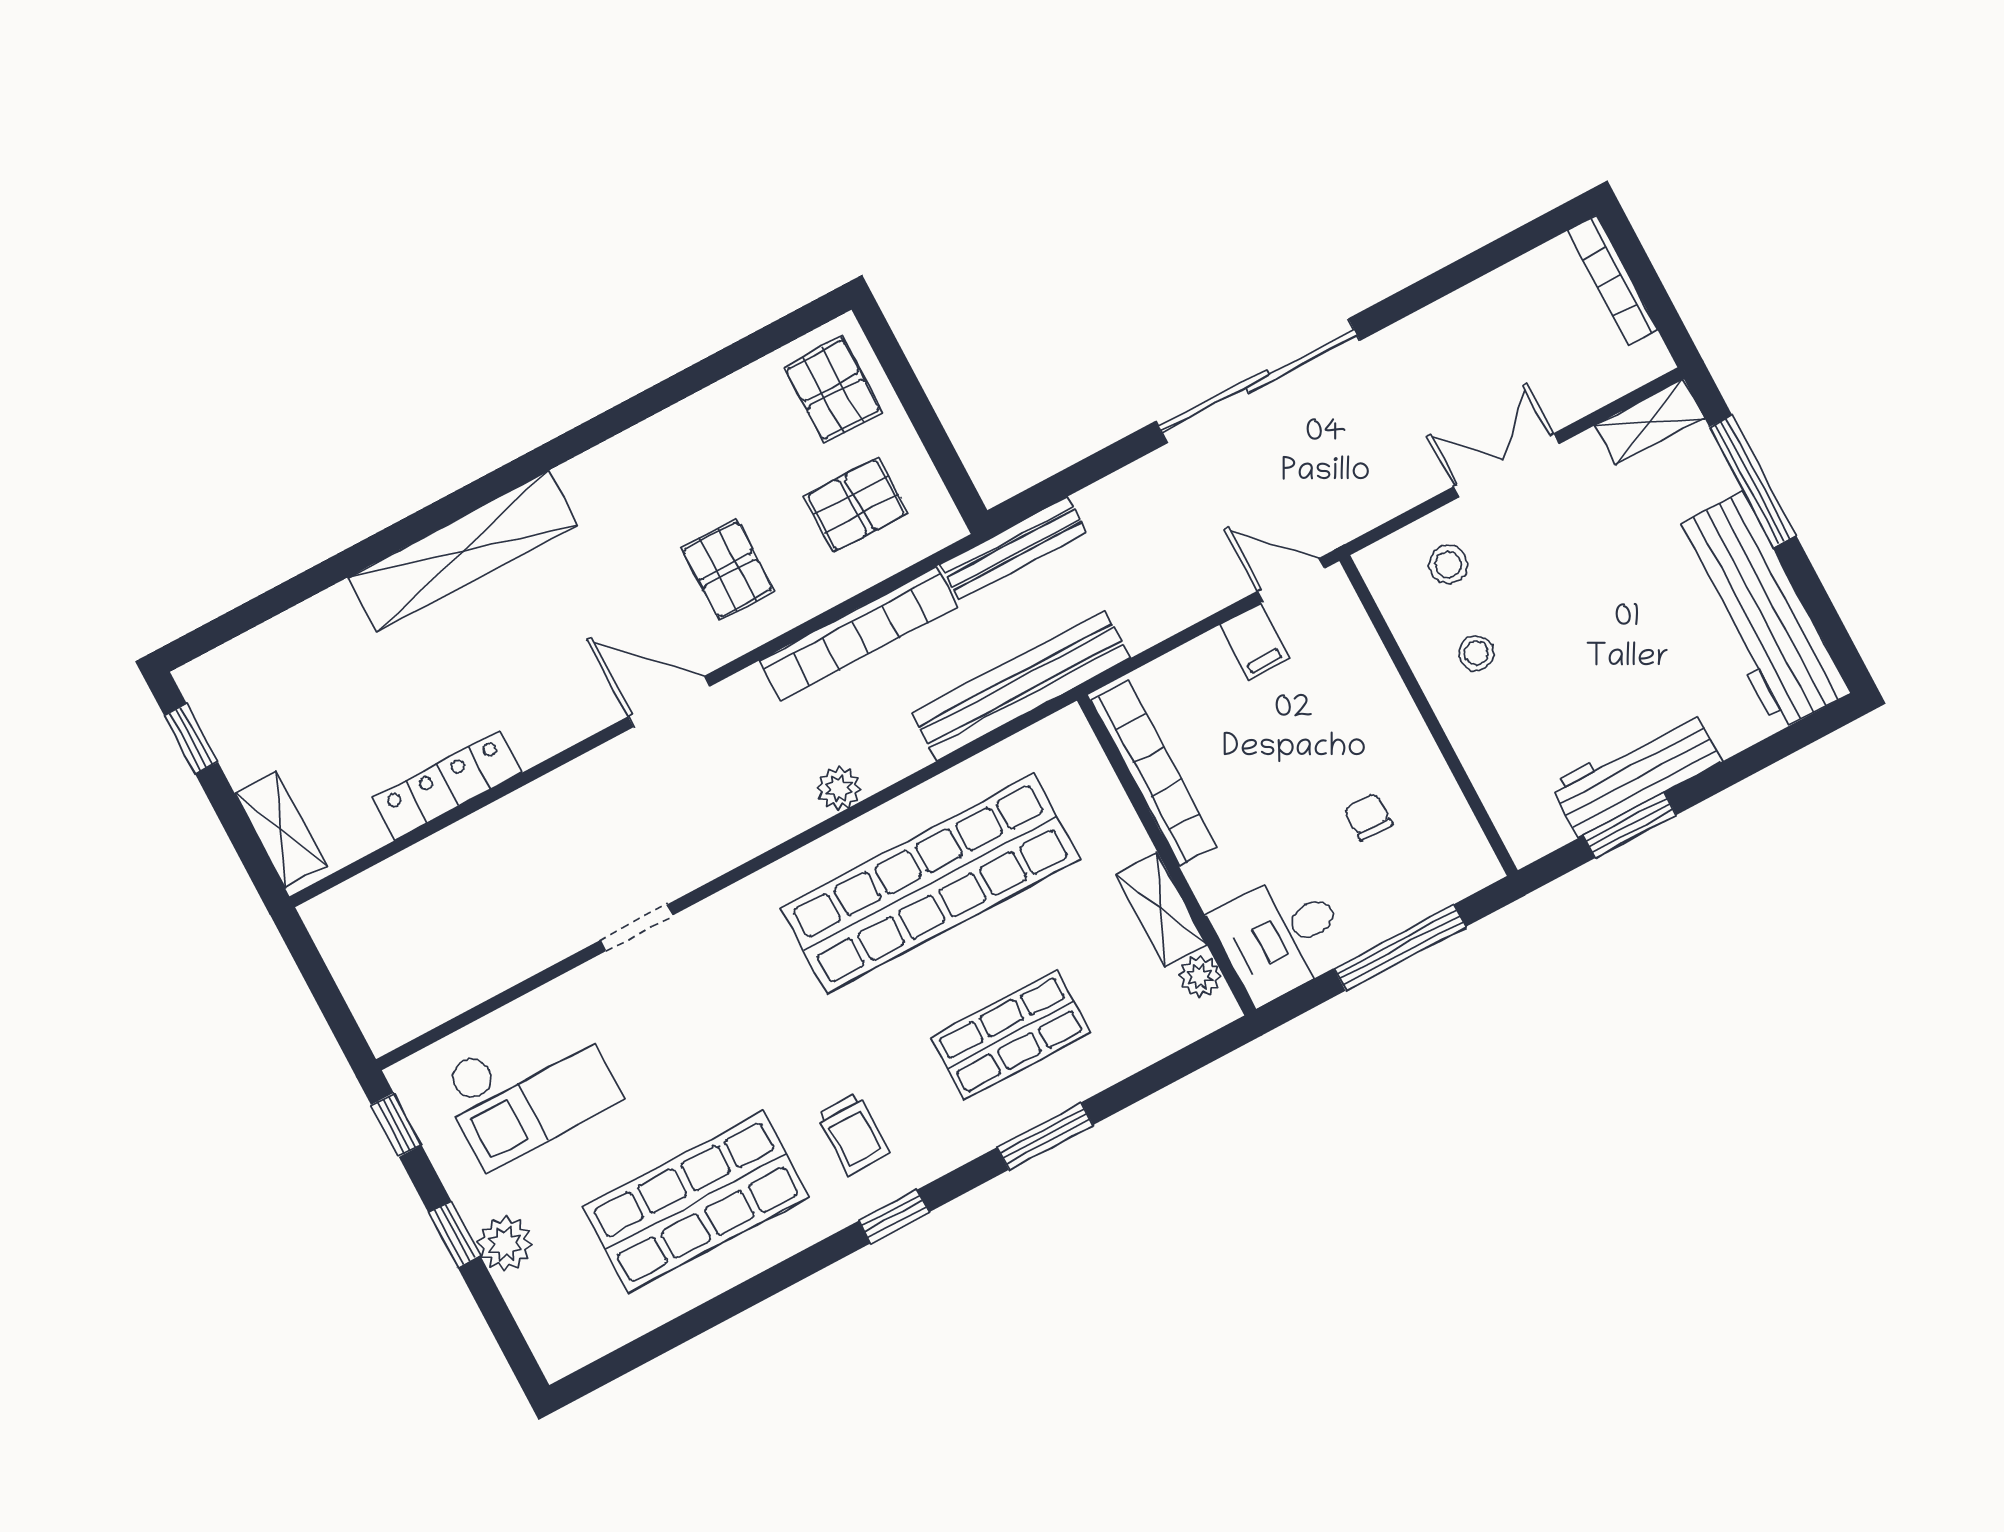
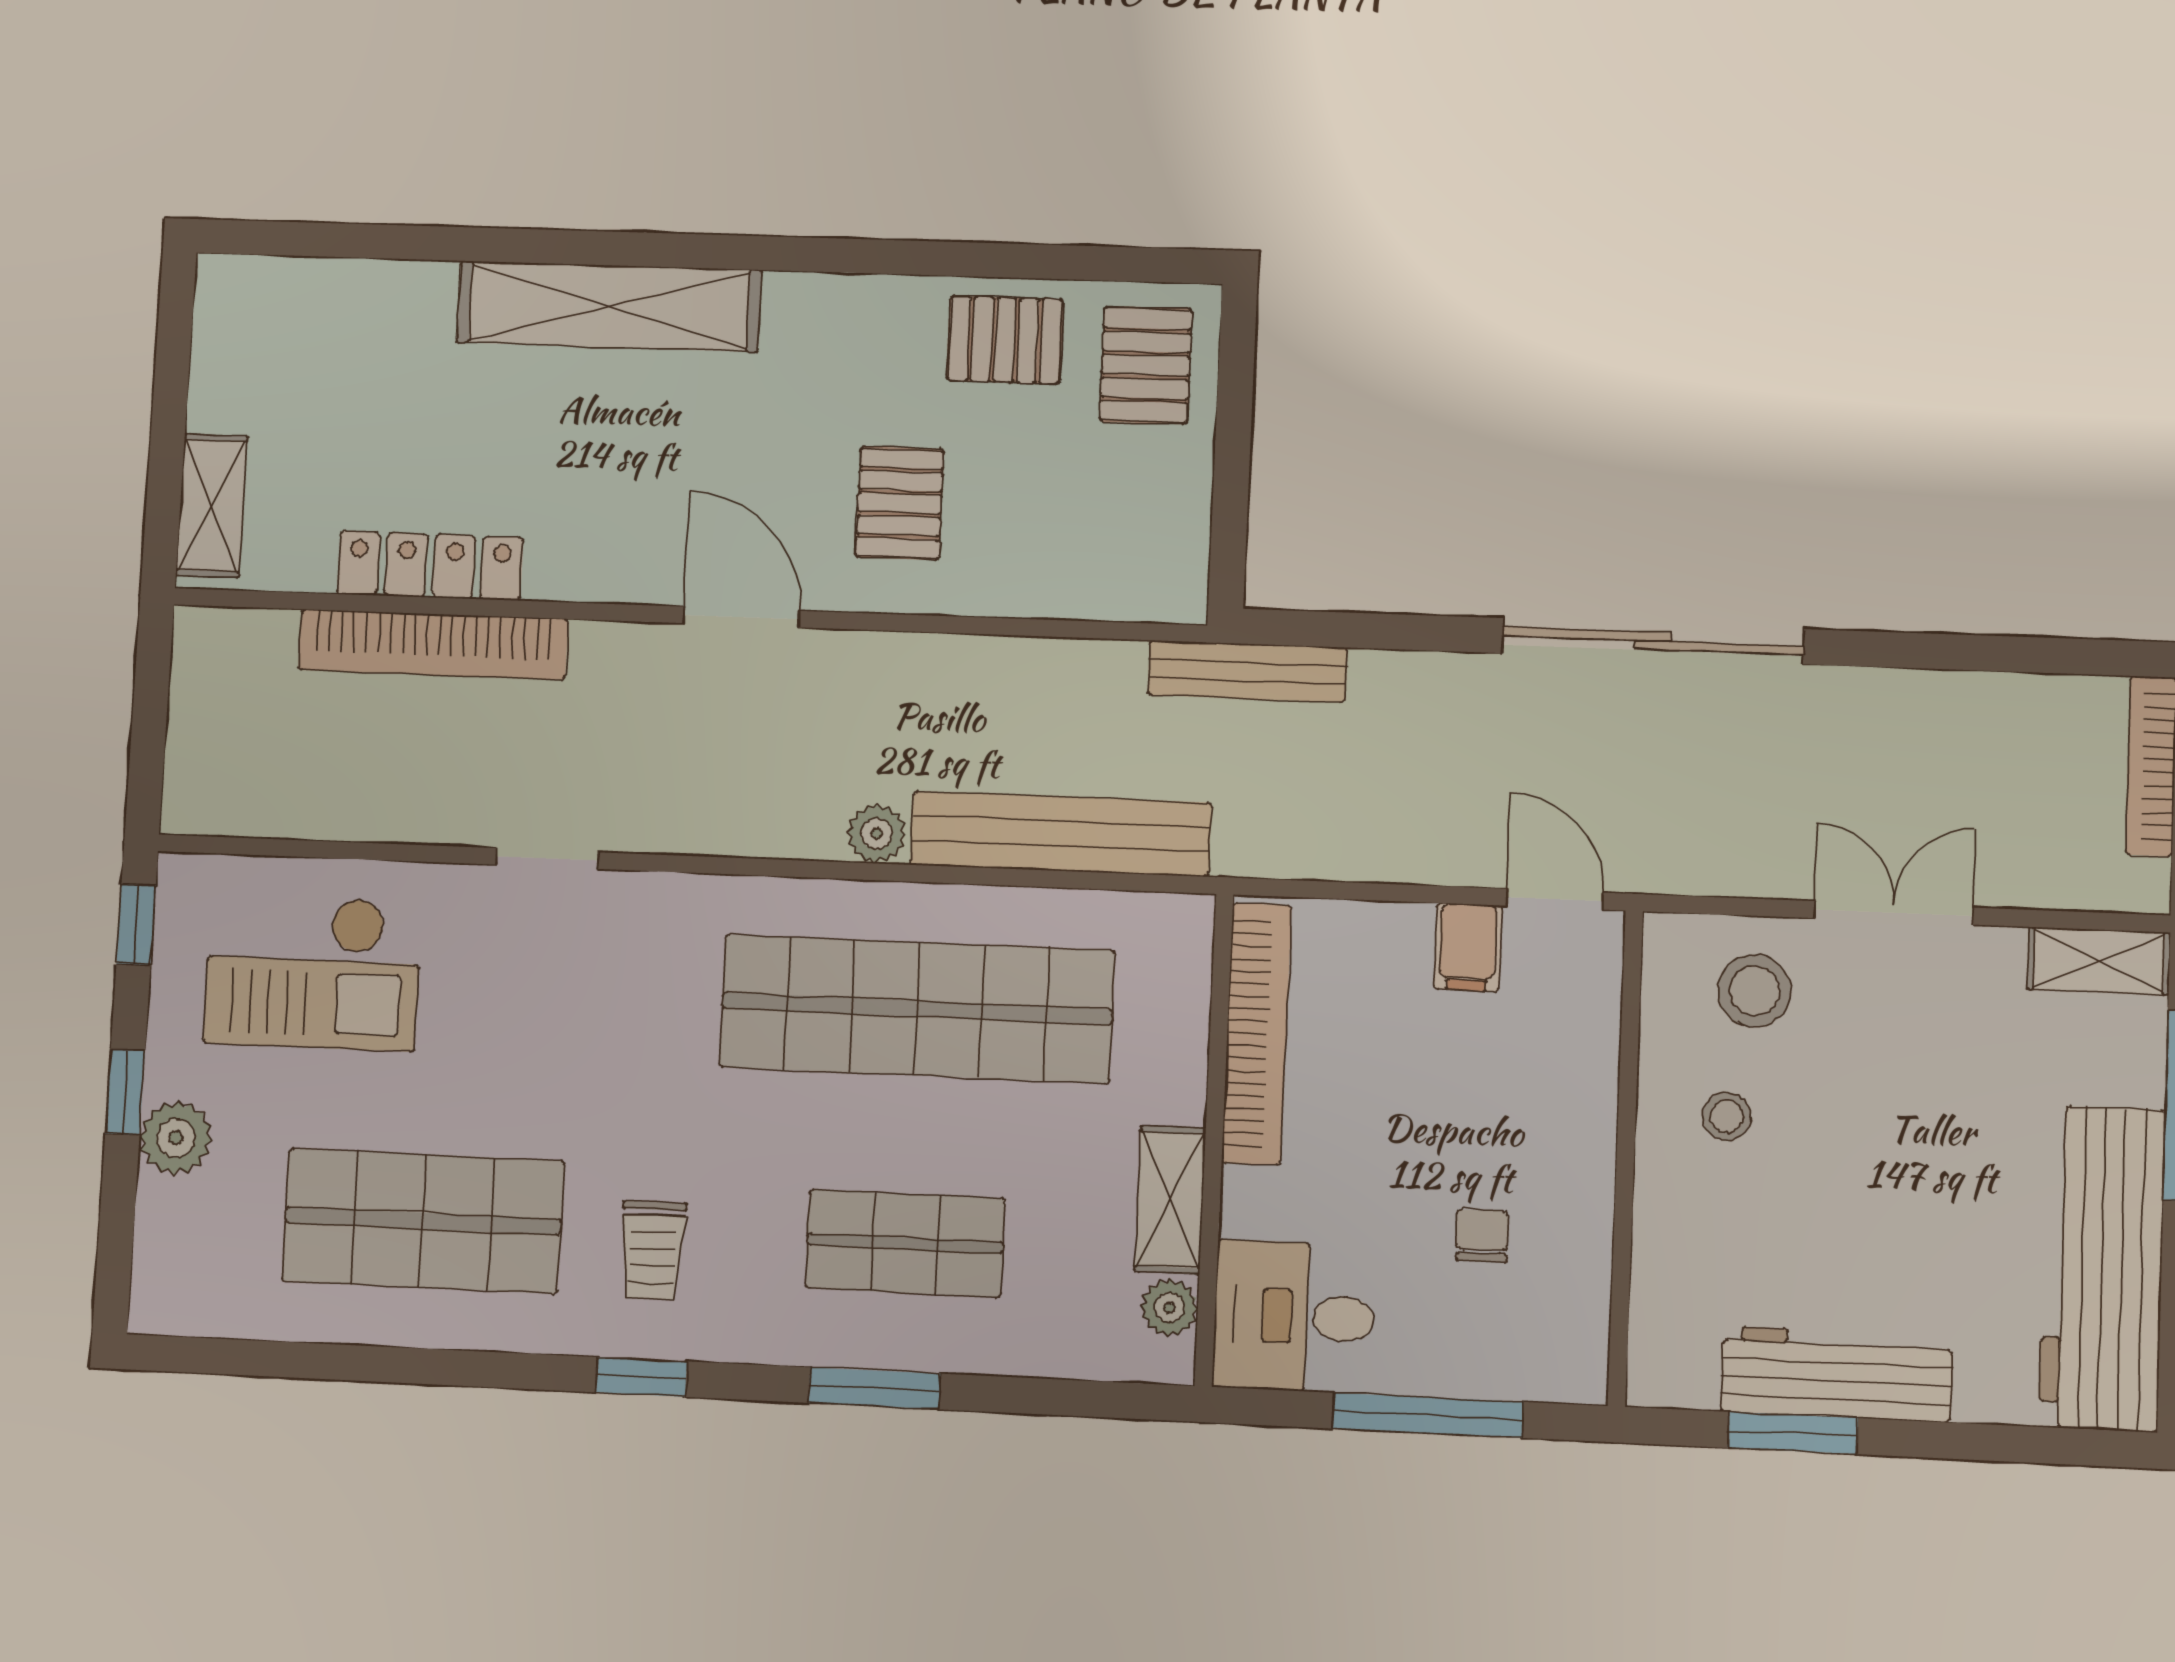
pallet: (856, 505) -> (1005, 340), moved
stool: (1448, 564) -> (1754, 991), width x1.37, depth x1.37
bookcase: (858, 634) -> (433, 645), moved
bench: (1021, 685) -> (1061, 834), moved
window: (191, 739) -> (174, 343), removed

